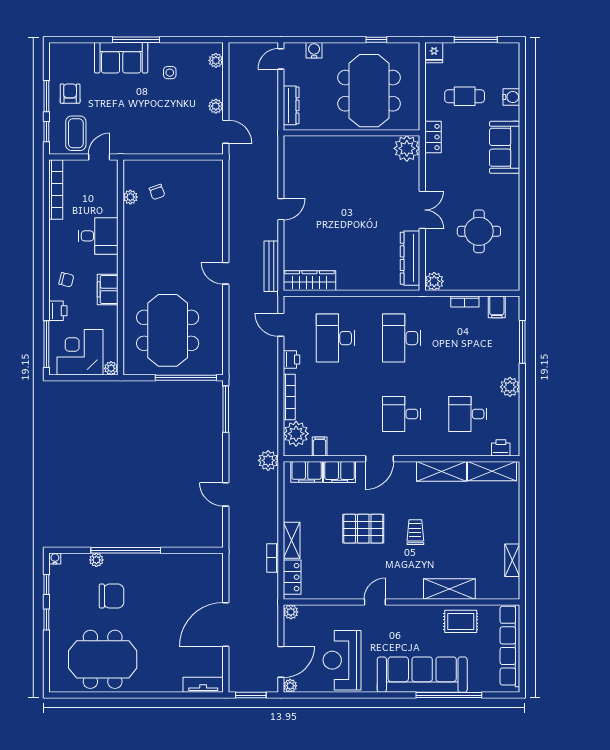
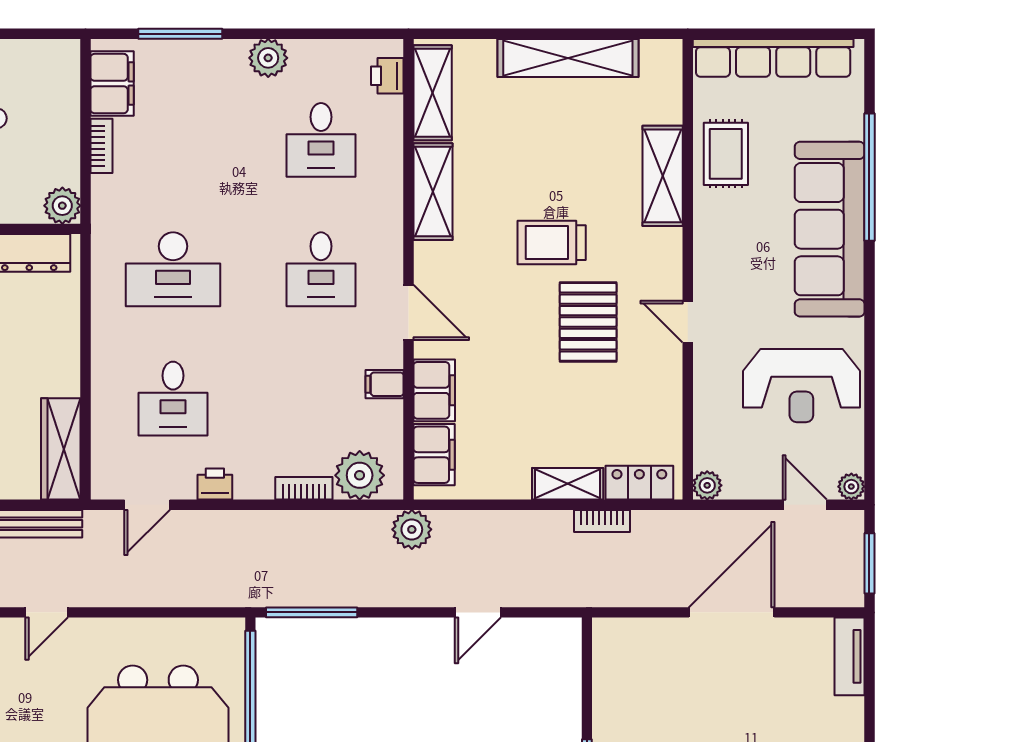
filing cabinet: (497, 307) -> (112, 84), width x2.00
desk: (335, 338) -> (173, 399), width x0.73
bookcase: (289, 397) -> (304, 488), width x0.64
filing cabinet: (320, 446) -> (384, 384), moved
pallet: (363, 529) -> (588, 322), moved
trolley: (415, 532) -> (552, 243), width x1.36, depth x1.39
shelving: (512, 560) -> (568, 58), width x2.20, depth x1.33
door: (226, 624) -> (732, 612), swing flipped
door: (281, 662) -> (805, 505), width x0.73

